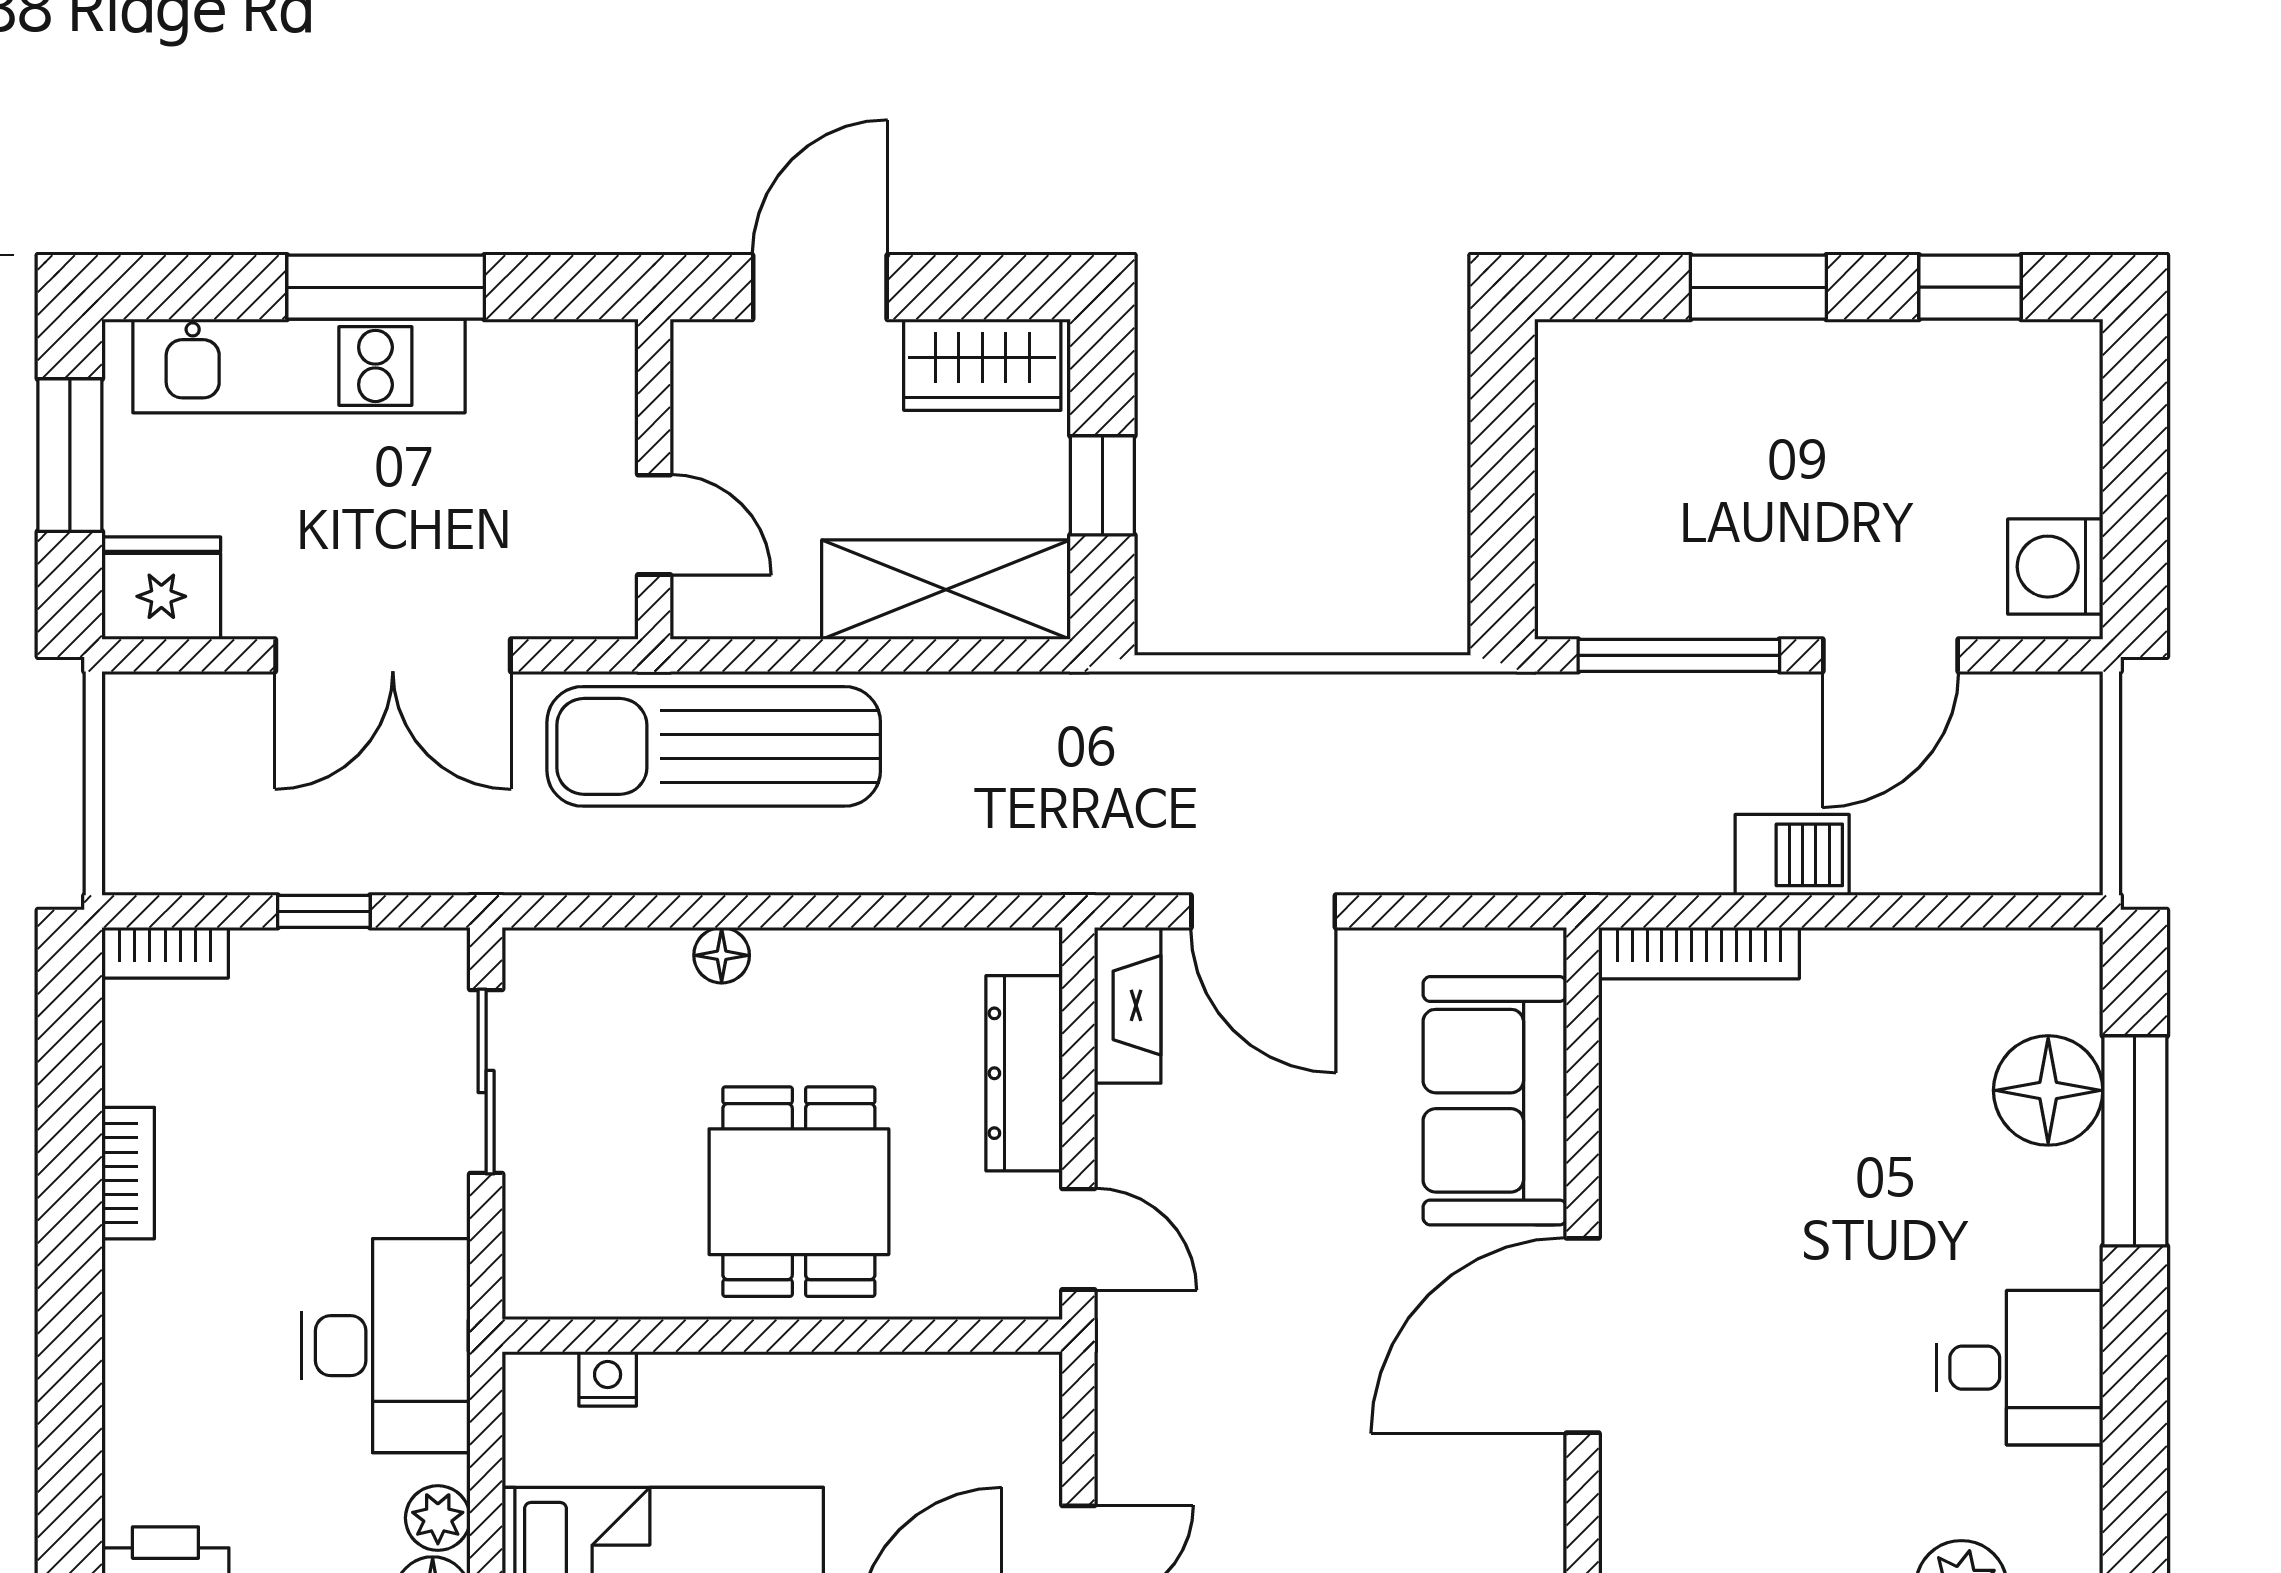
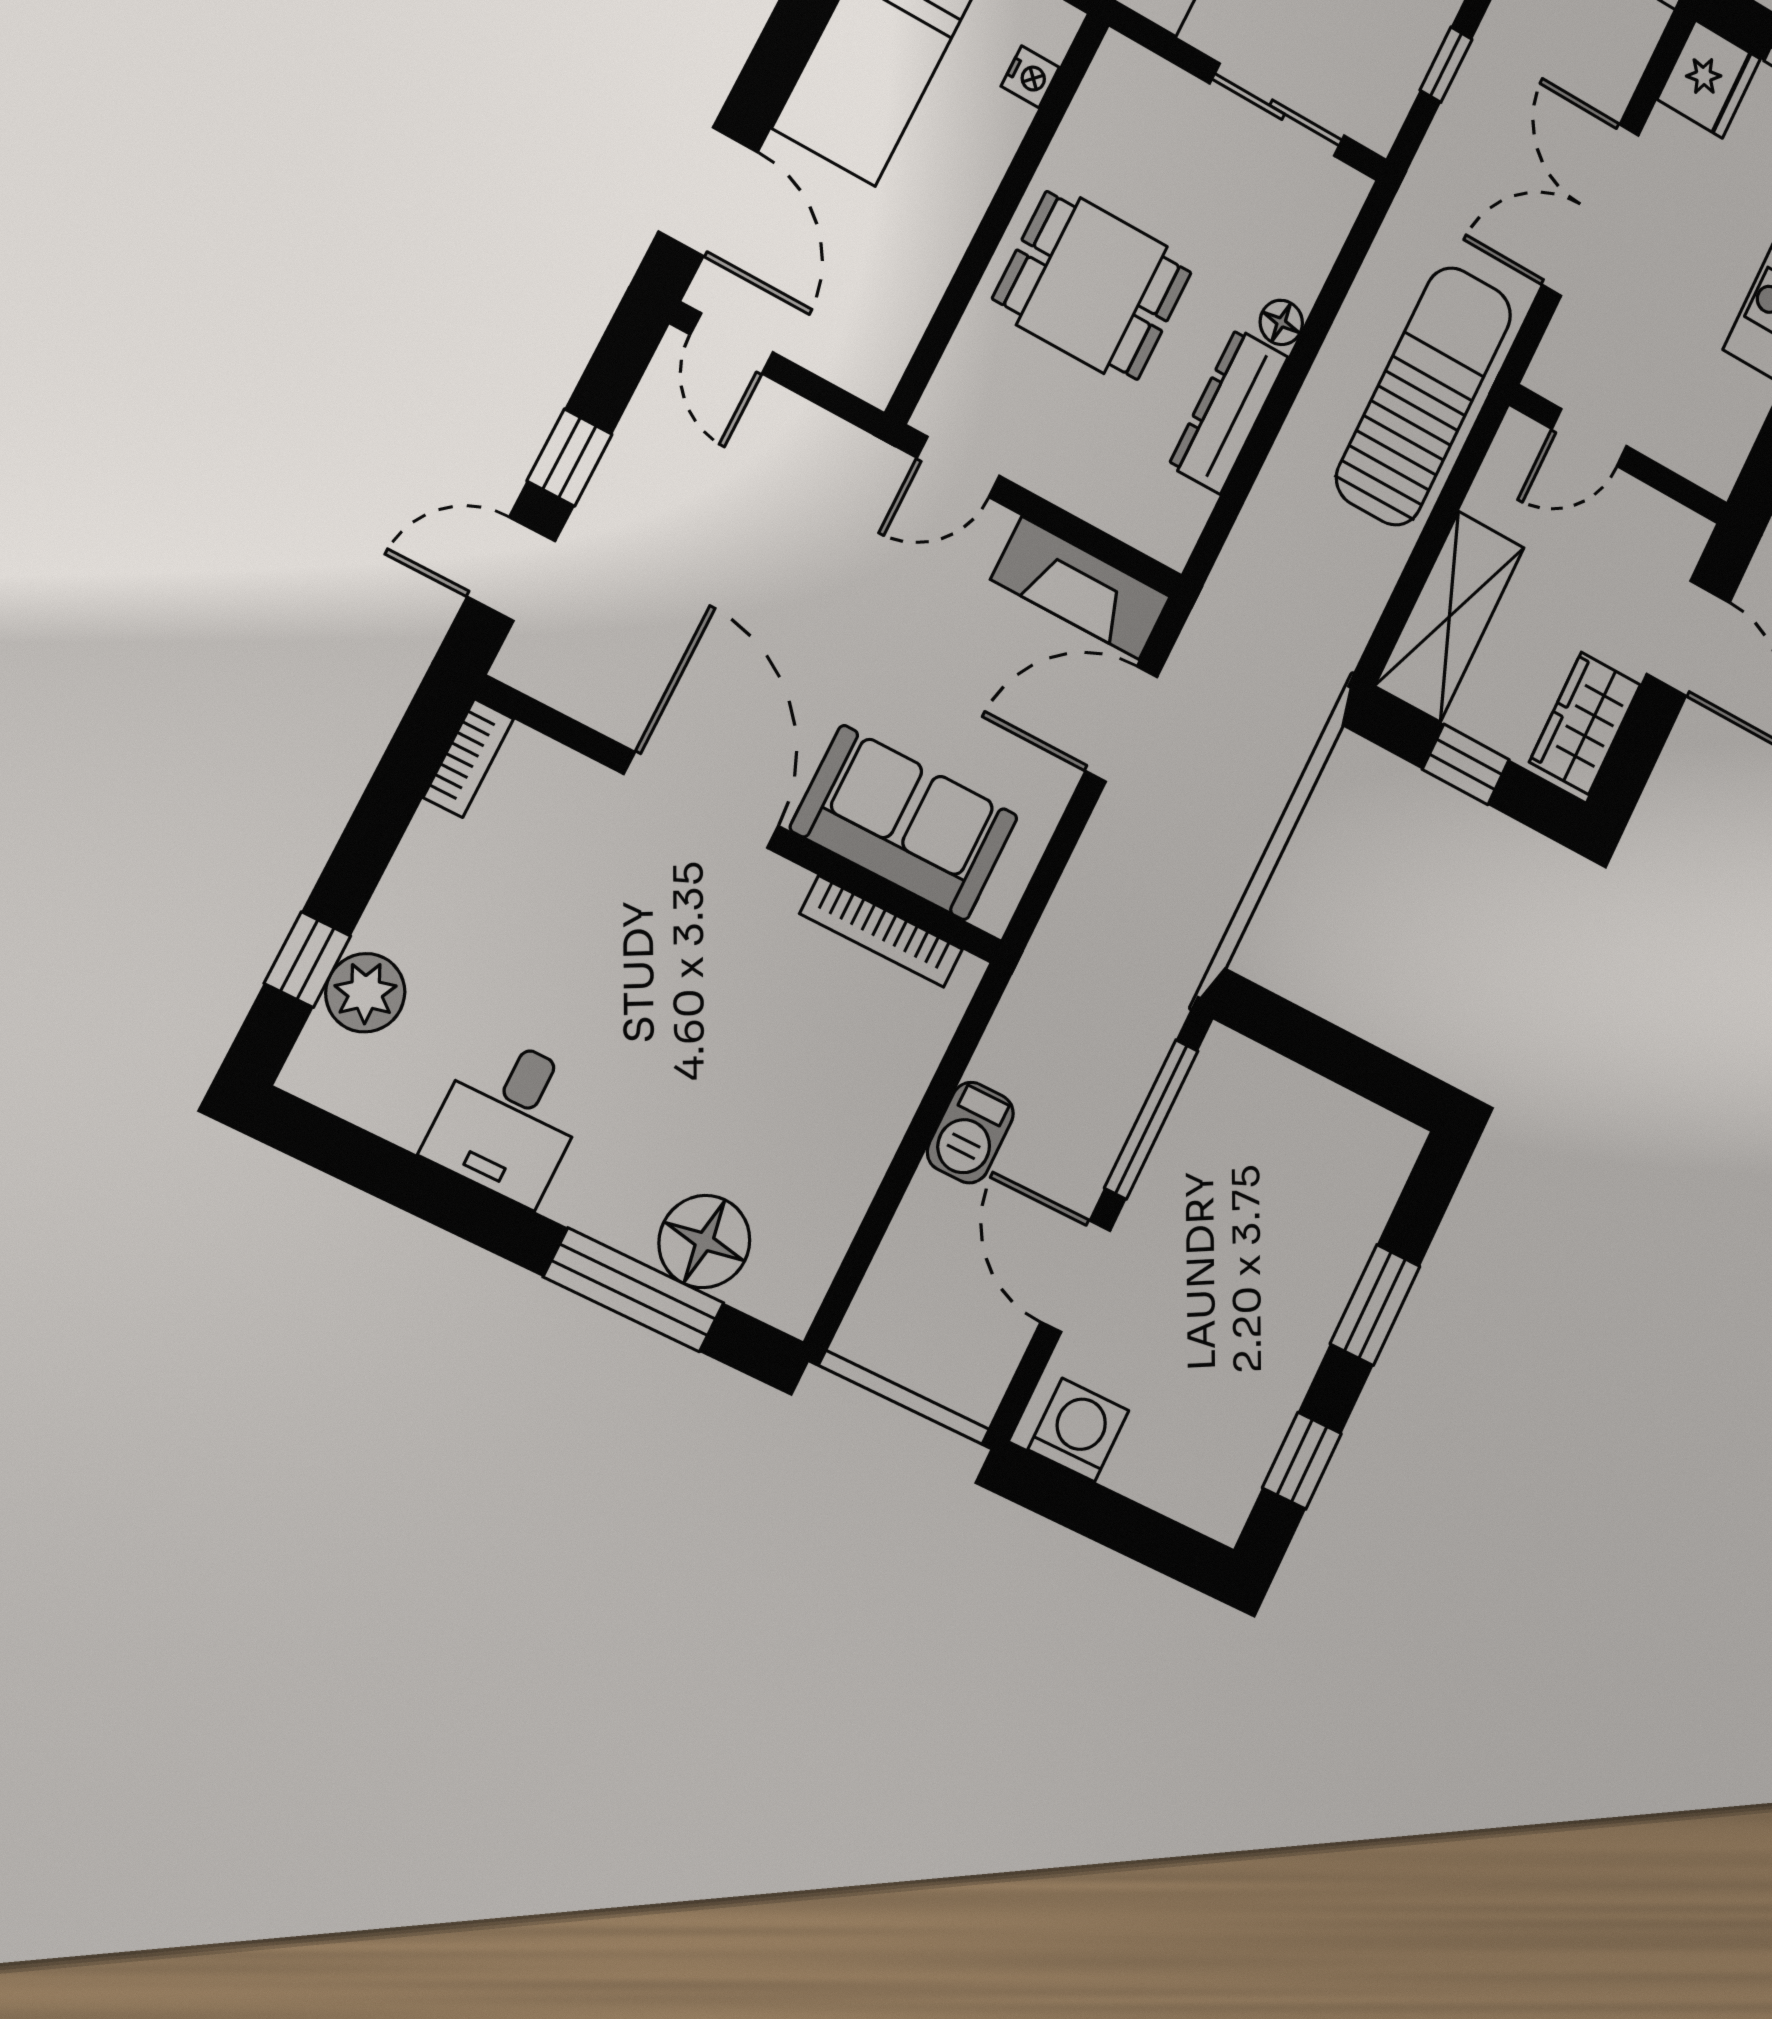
bookcase: (1699, 953) -> (881, 931), moved, turned -90
fireplace: (1128, 1005) -> (1081, 588), width x1.37, depth x1.32
dresser: (1024, 1073) -> (1228, 411), moved, turned -90

